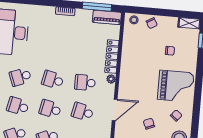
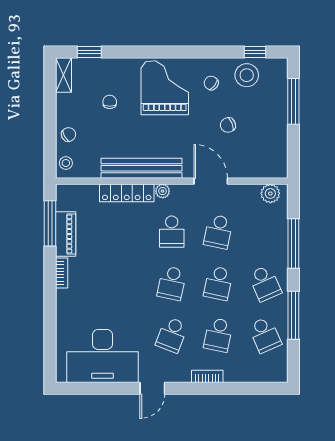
piano: (107, 17) -> (66, 234), moved
bench: (127, 67) -> (141, 168), added
school desk: (20, 77) -> (172, 335), turned 42

